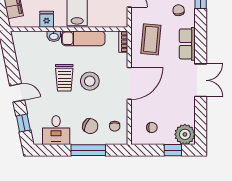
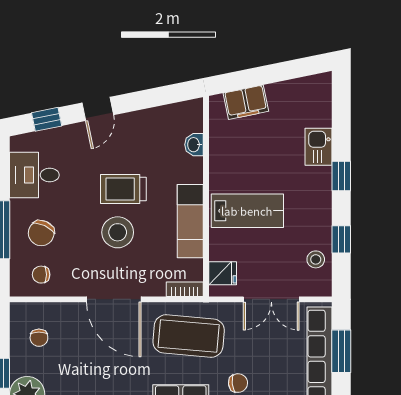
fridge: (47, 19) -> (223, 273), moved
washbasin: (54, 36) -> (194, 145), moved
coffee table: (151, 39) -> (189, 336), width x1.36, depth x1.32

